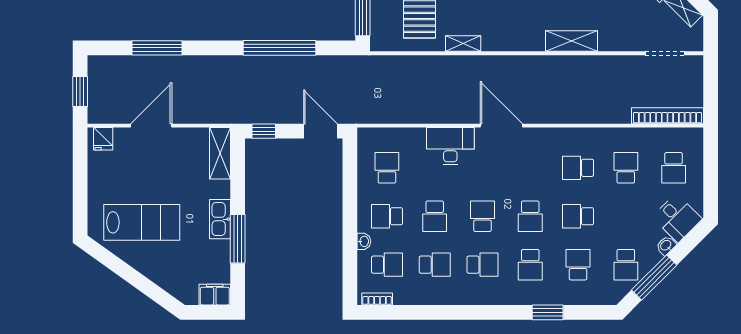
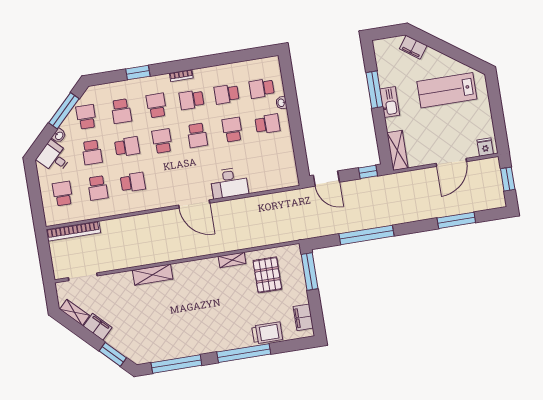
school desk: (387, 168) -> (92, 152), moved
filing cabinet: (215, 295) -> (413, 47), moved, turned 36
bookcase: (377, 299) -> (181, 76), moved

